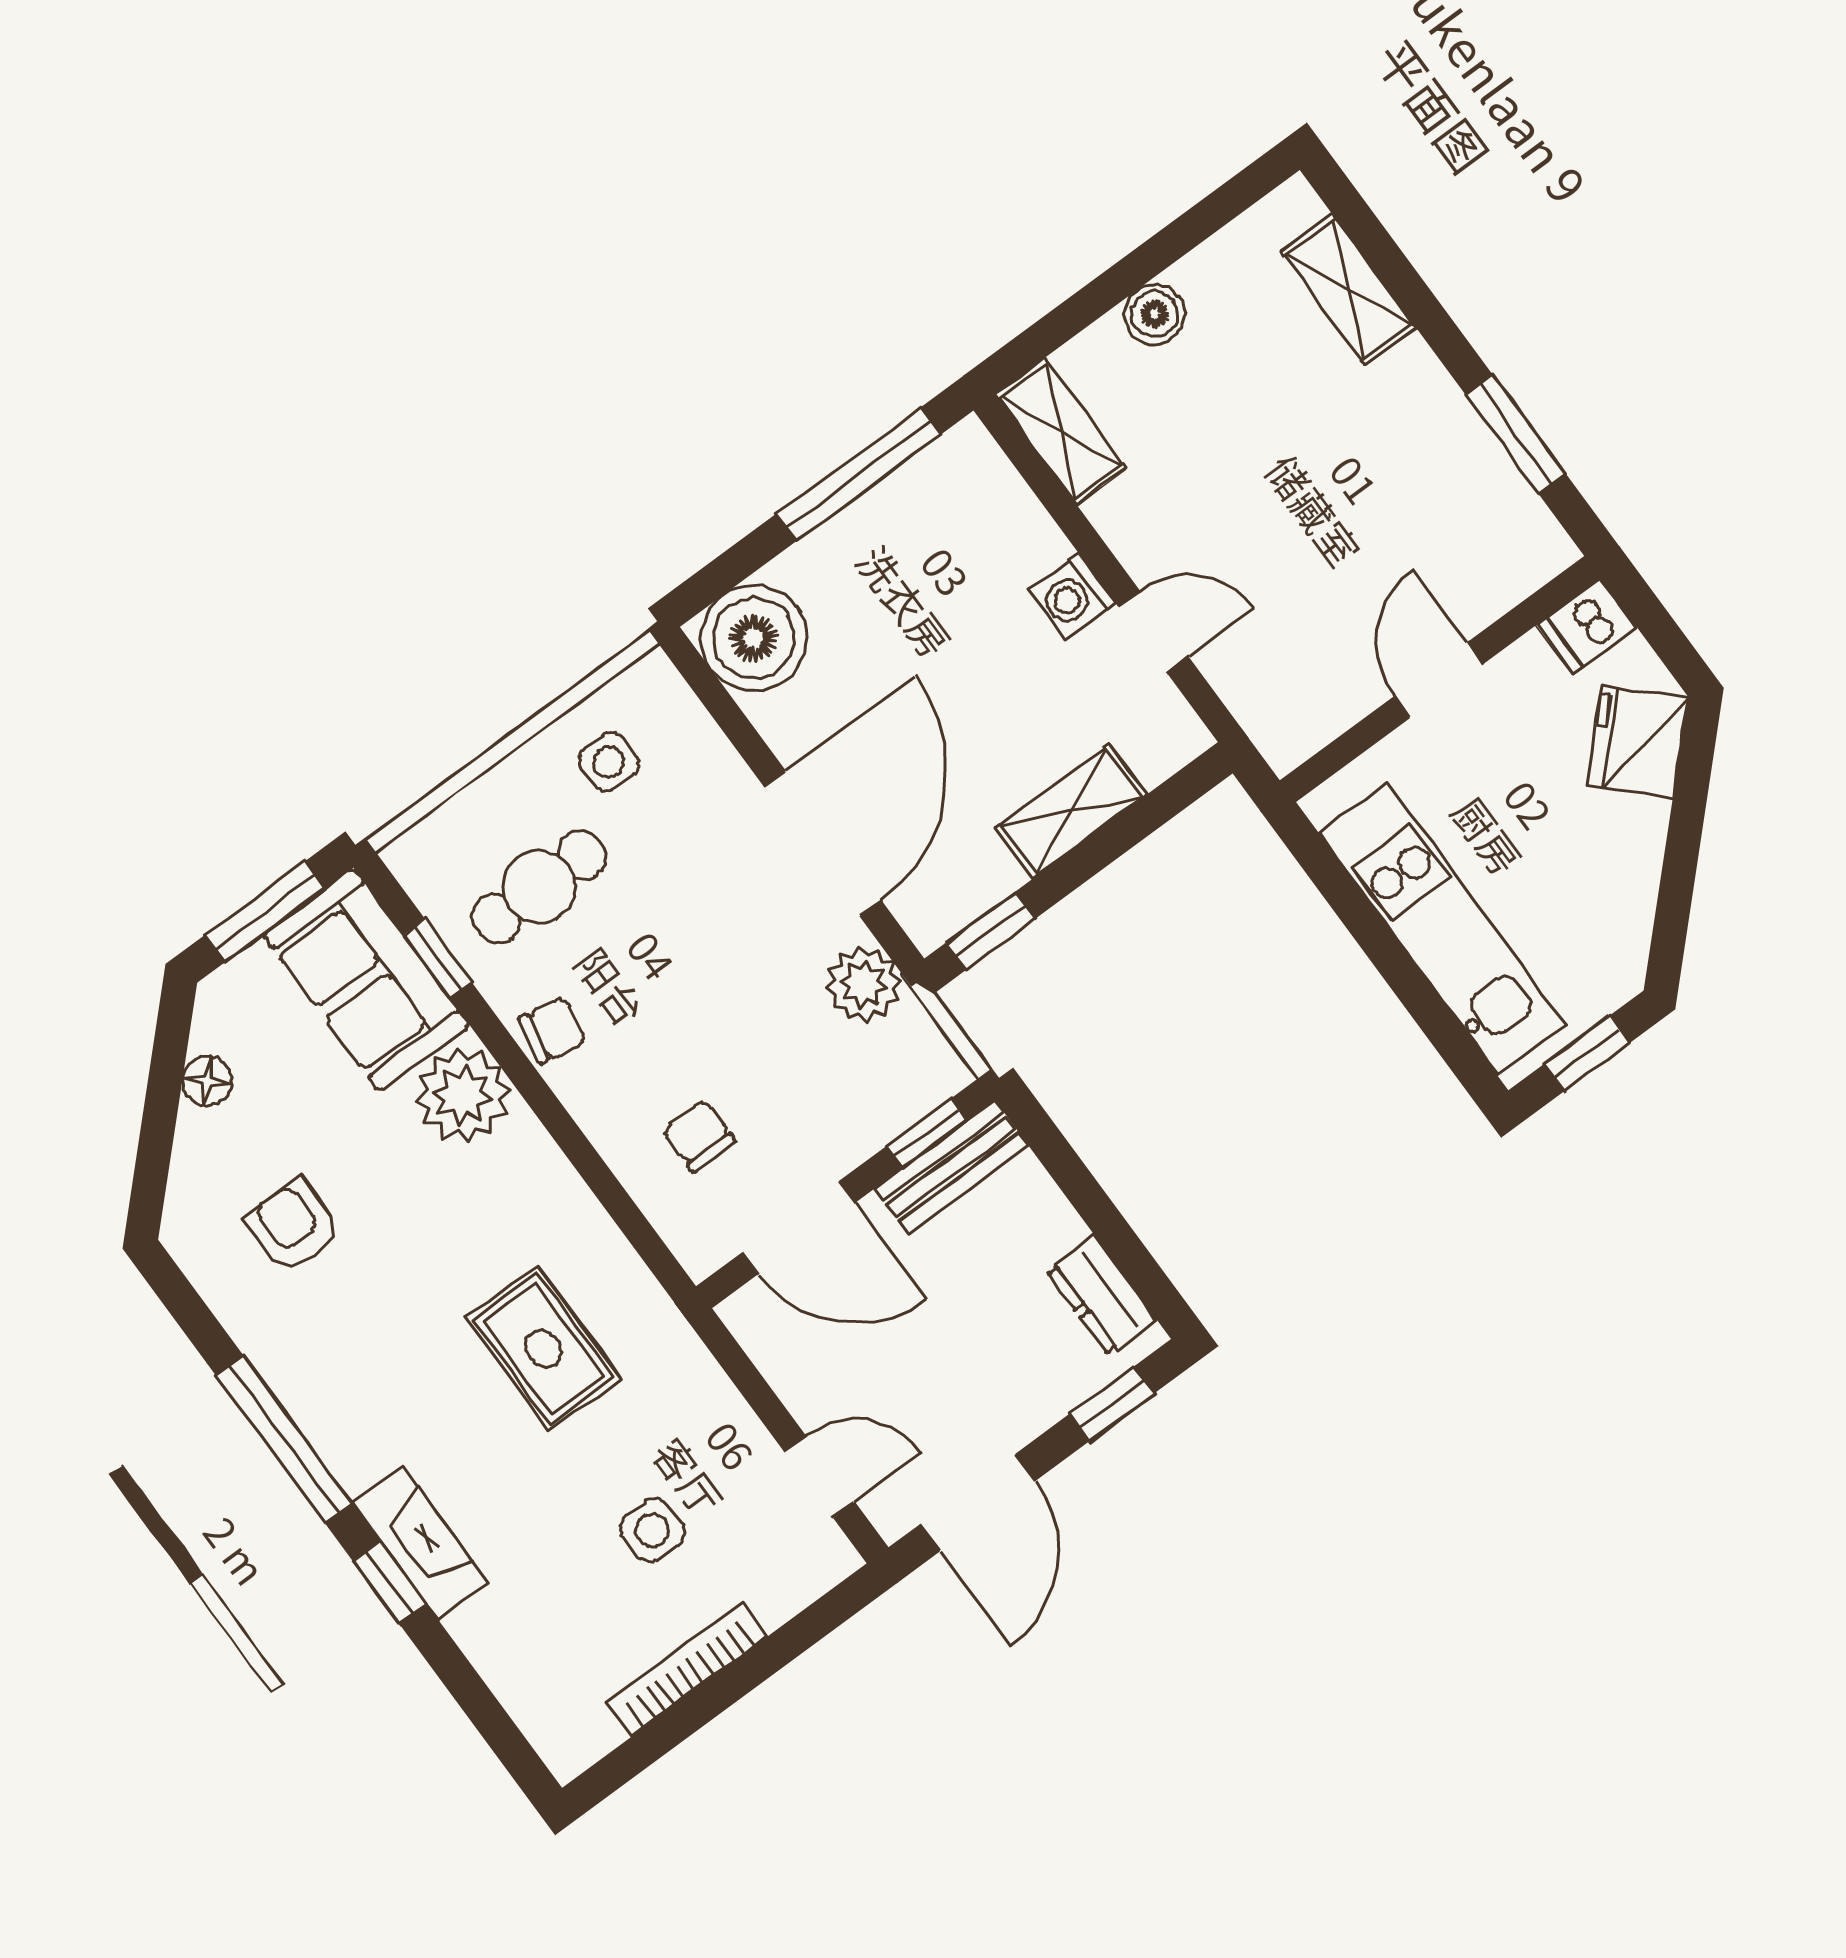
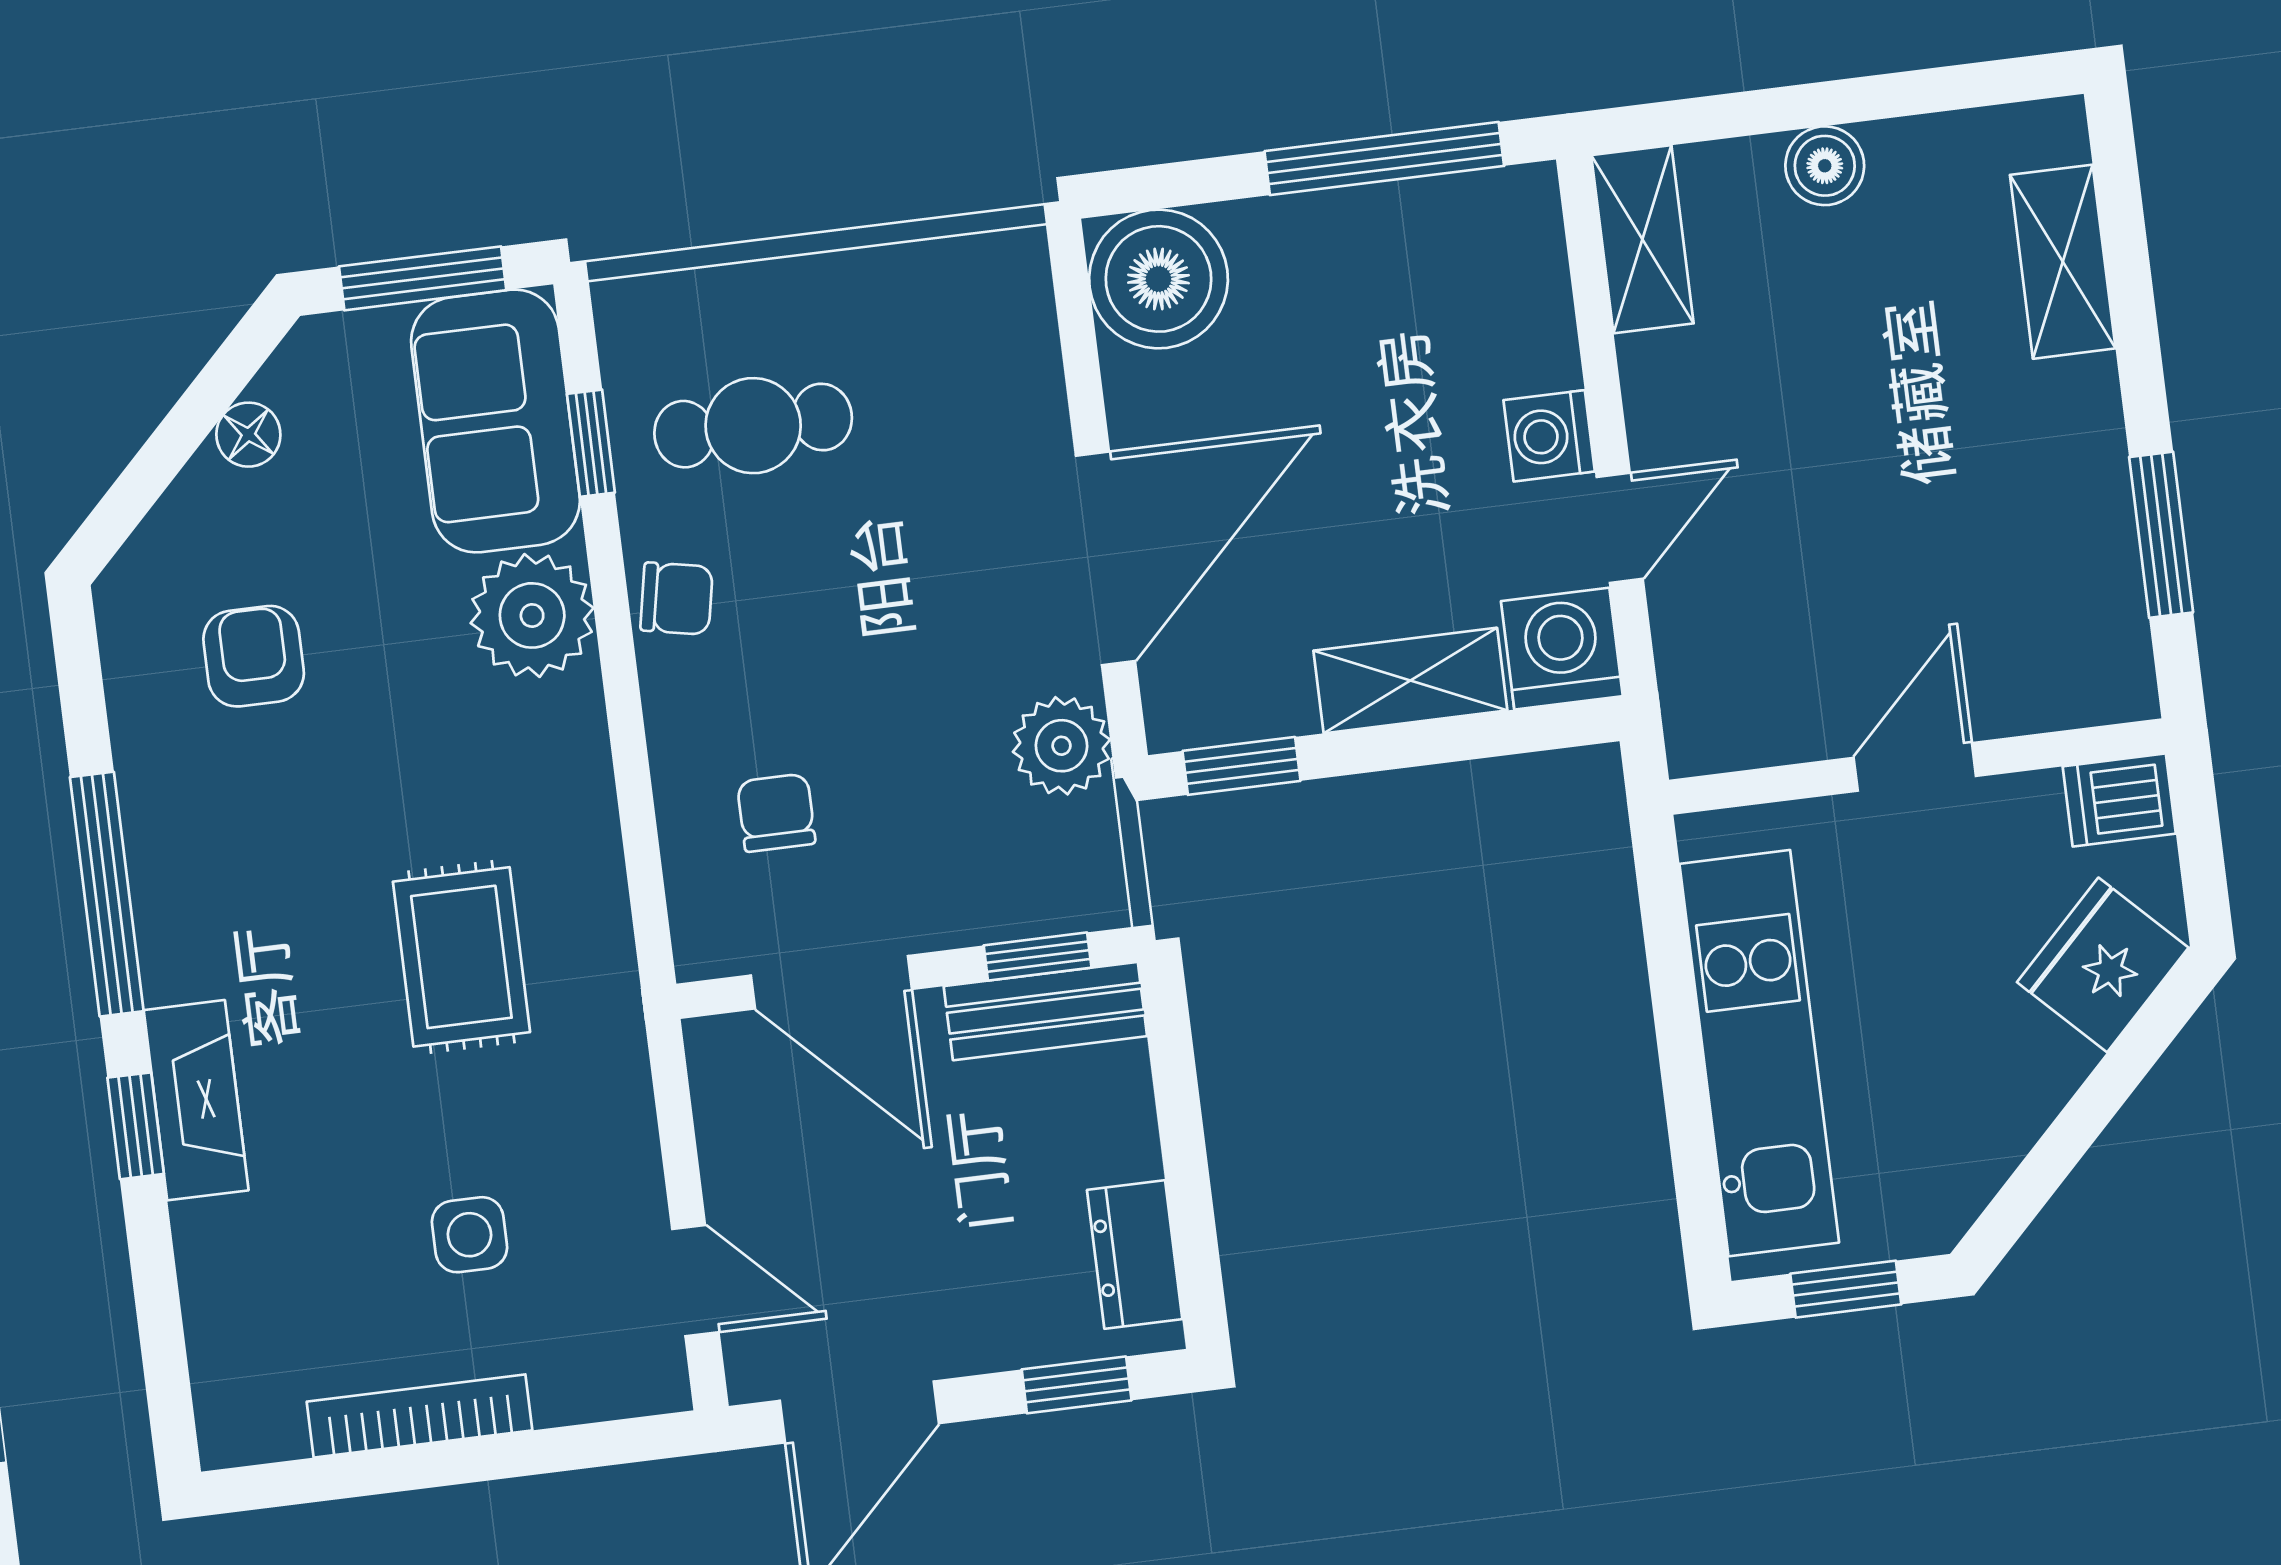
door: (1153, 631) -> (1620, 528), hinge flipped
washing machine: (1160, 733) -> (1562, 649), added
side table: (609, 762) -> (913, 328), removed

